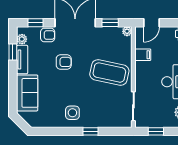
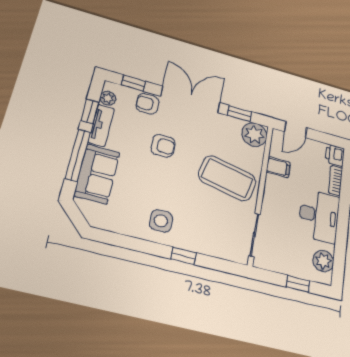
plant: (127, 31) -> (254, 135), width x1.88, depth x1.88
armchair: (48, 35) -> (147, 104), turned 180
window: (13, 84) -> (78, 155), added
window: (156, 131) -> (298, 284), moved

